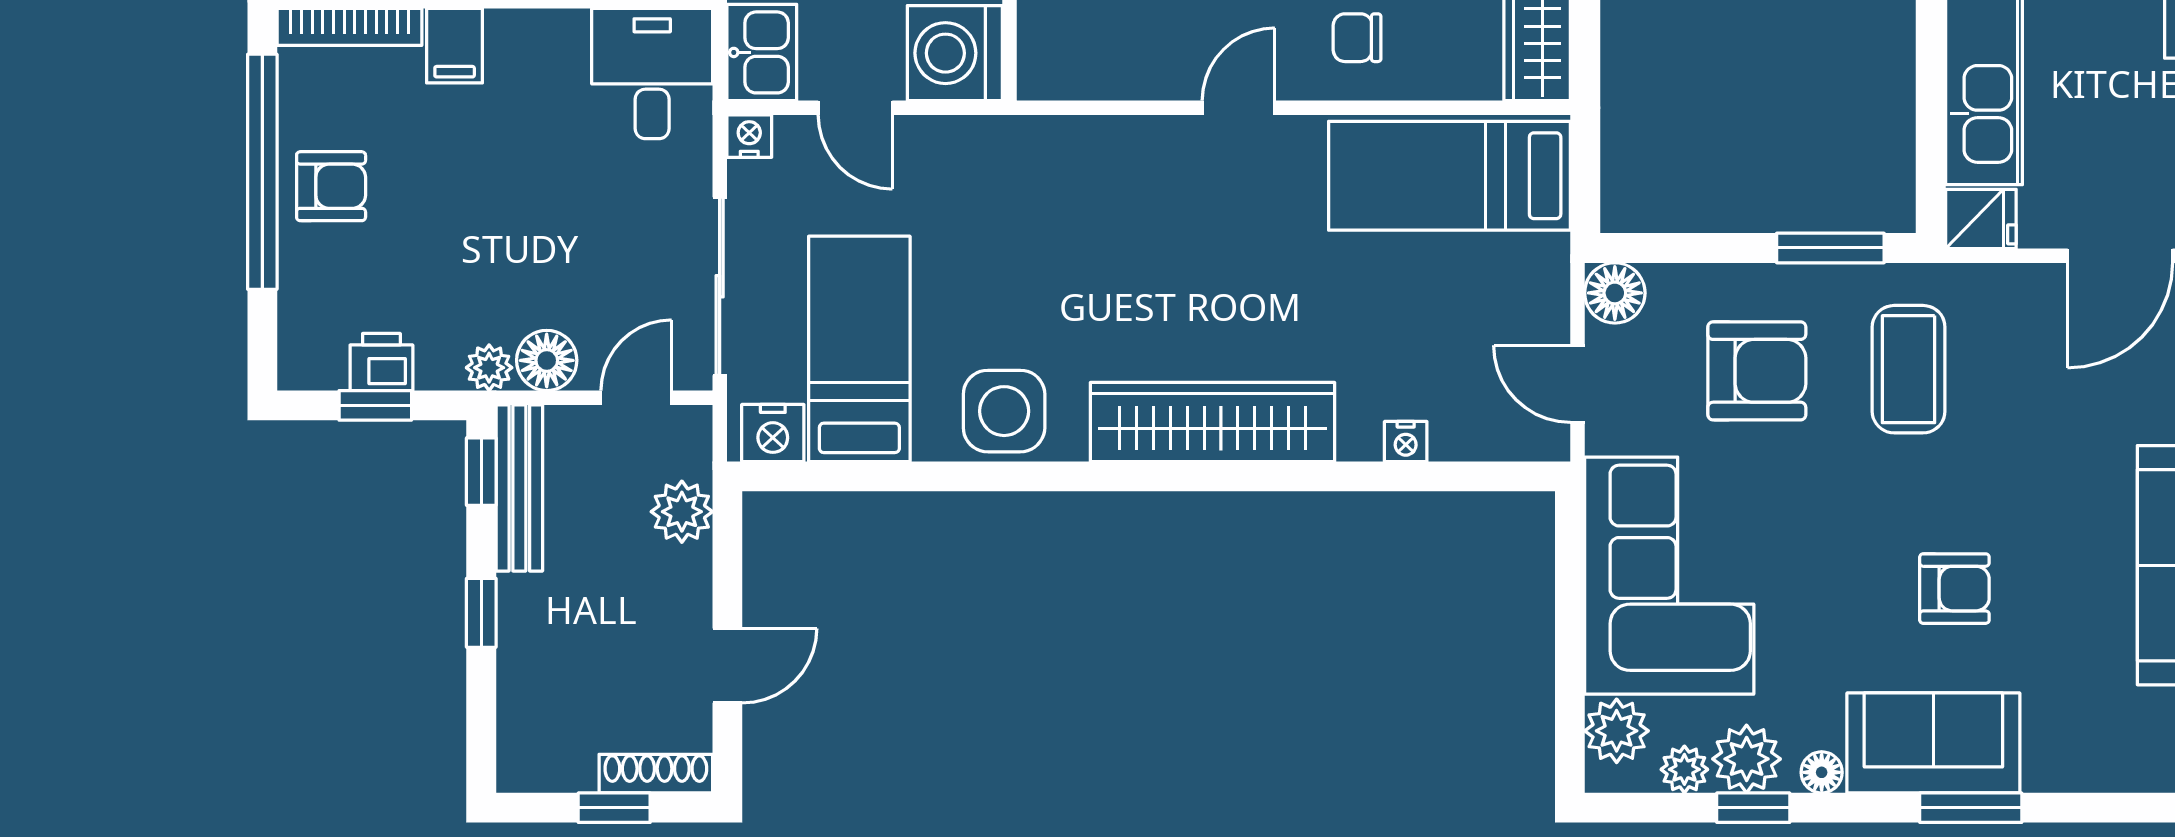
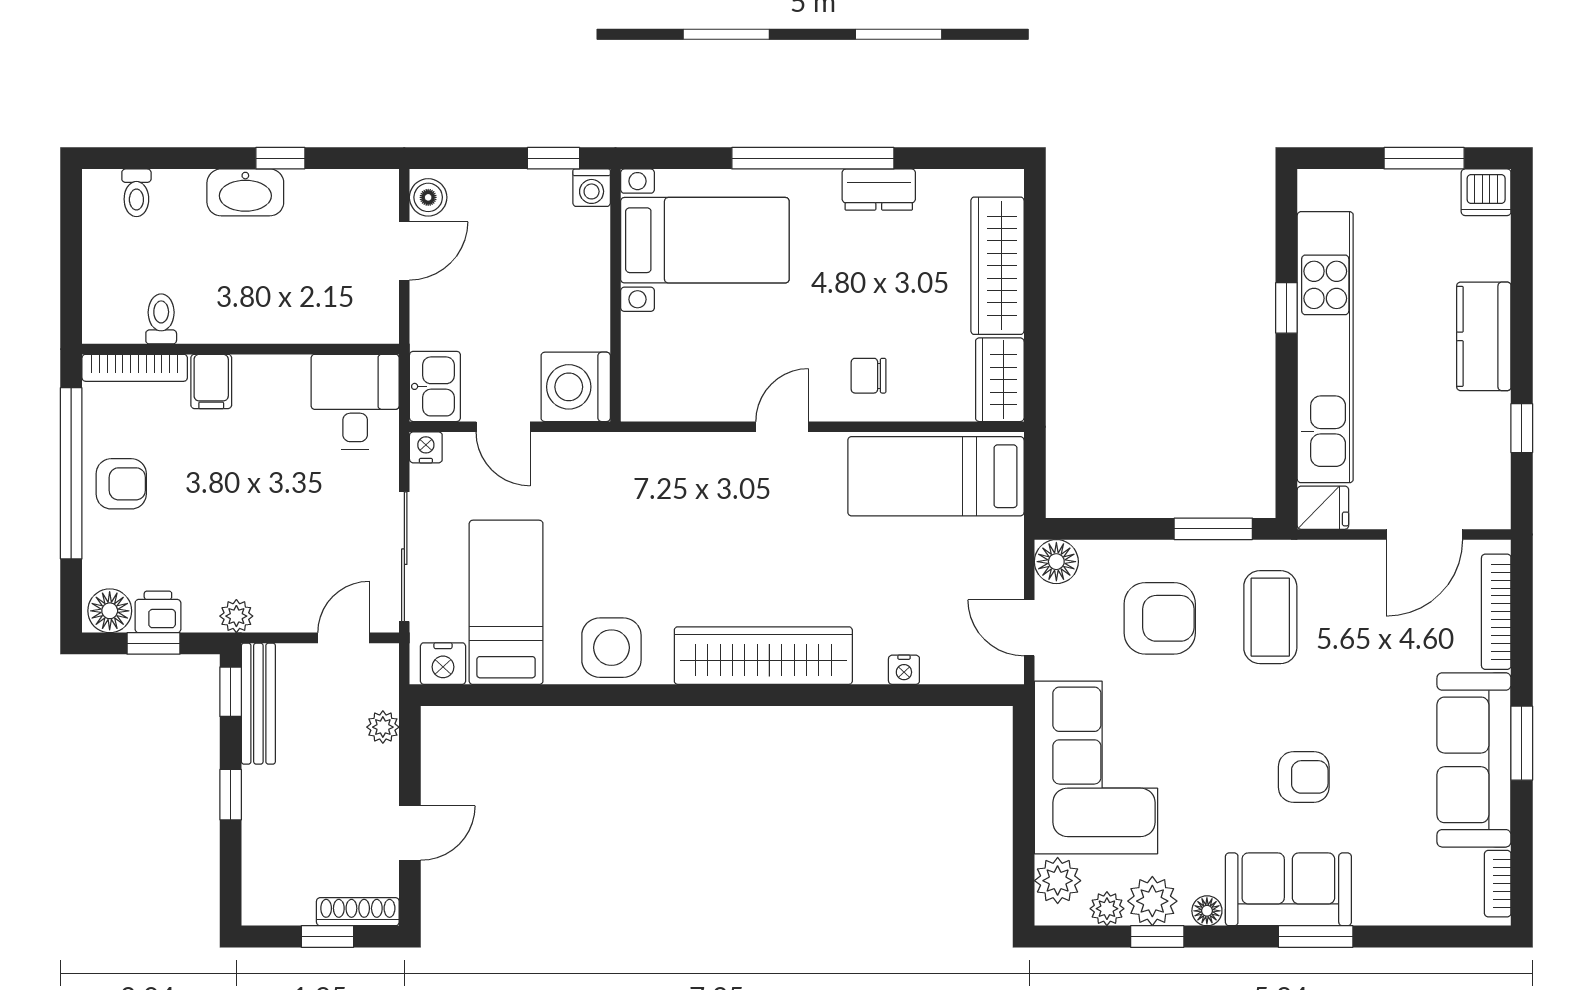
floor lamp: (547, 360) -> (110, 611), moved
plant: (682, 512) -> (383, 727), width x0.73, depth x0.73

